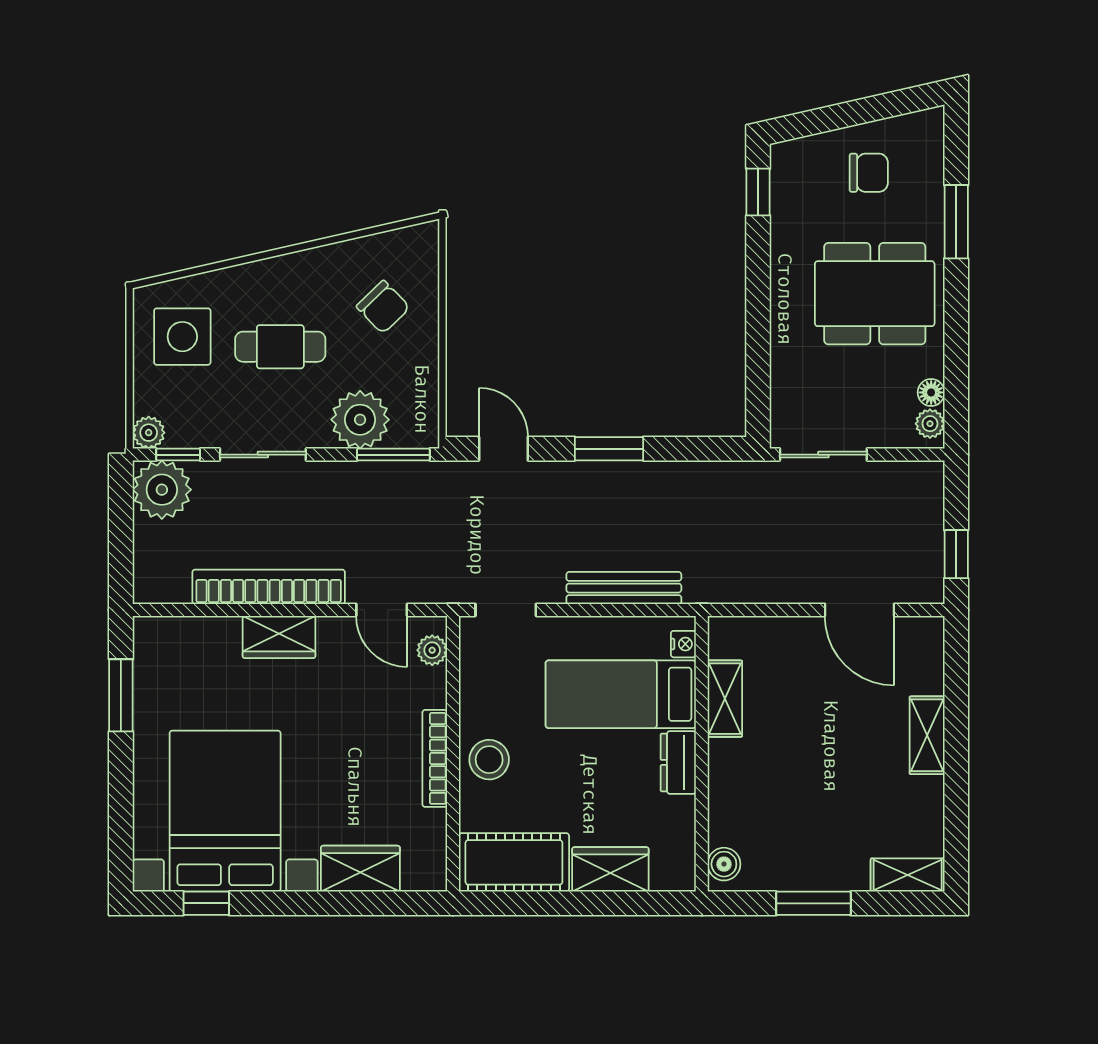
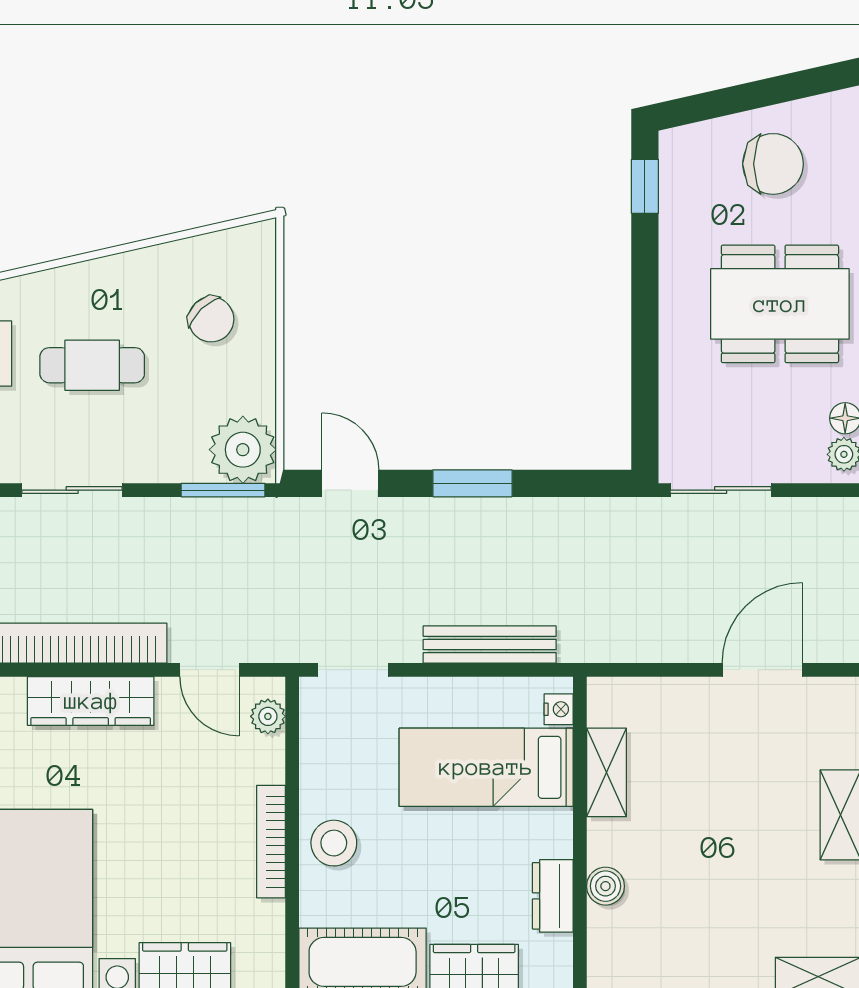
chair: (869, 173) -> (773, 164), width x1.37, depth x1.37
plant: (360, 420) -> (243, 450), moved
door: (859, 610) -> (762, 670), swing flipped
wardrobe: (279, 637) -> (91, 701), width x1.50
dresser: (678, 762) -> (553, 896), moved
boiler: (724, 864) -> (605, 886), moved

